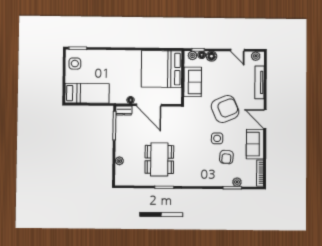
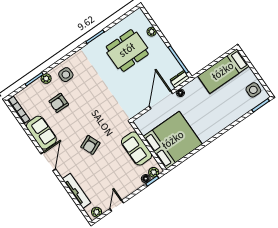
door: (237, 50) -> (117, 206), hinge flipped
floor lamp: (211, 56) -> (136, 184), removed
door: (149, 105) -> (161, 100), hinge flipped
armchair: (225, 109) -> (90, 145), width x0.53, depth x0.53
door: (265, 119) -> (48, 161), hinge flipped
side table: (217, 138) -> (66, 75), moved
armchair: (226, 157) -> (59, 103), turned -95
dining table: (159, 159) -> (127, 50), moved, turned 90
plant: (237, 182) -> (46, 79), moved

